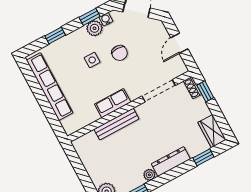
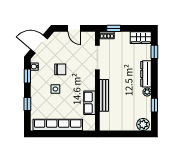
plant: (94, 28) -> (36, 77), removed
row of seats: (113, 103) -> (90, 103), moved

